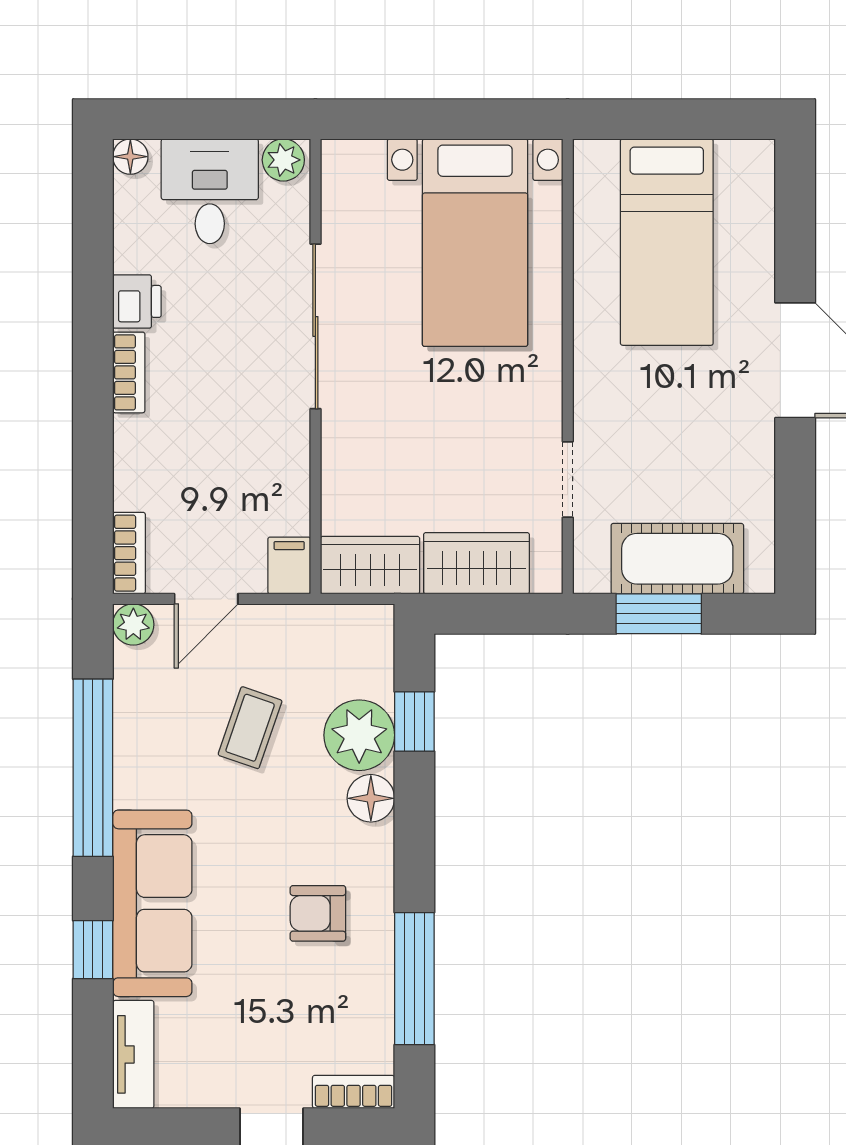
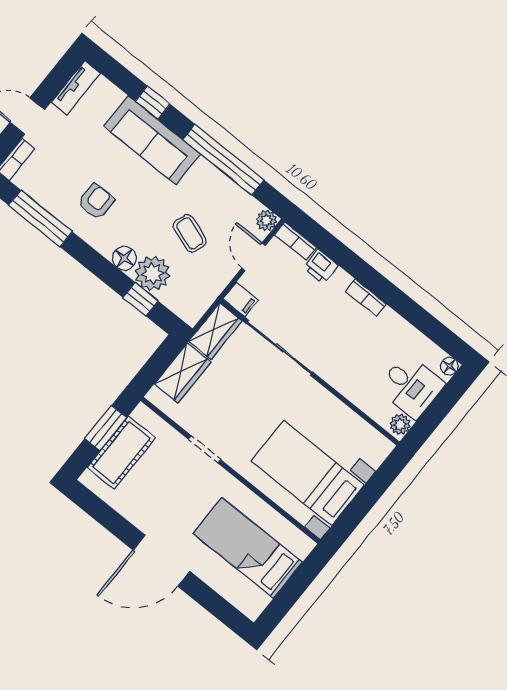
printer: (137, 301) -> (321, 267), moved
sliding door: (315, 326) -> (280, 348), moved
doorway: (568, 480) -> (205, 450), moved
tv unit: (133, 1054) -> (76, 88), moved, turned -90

